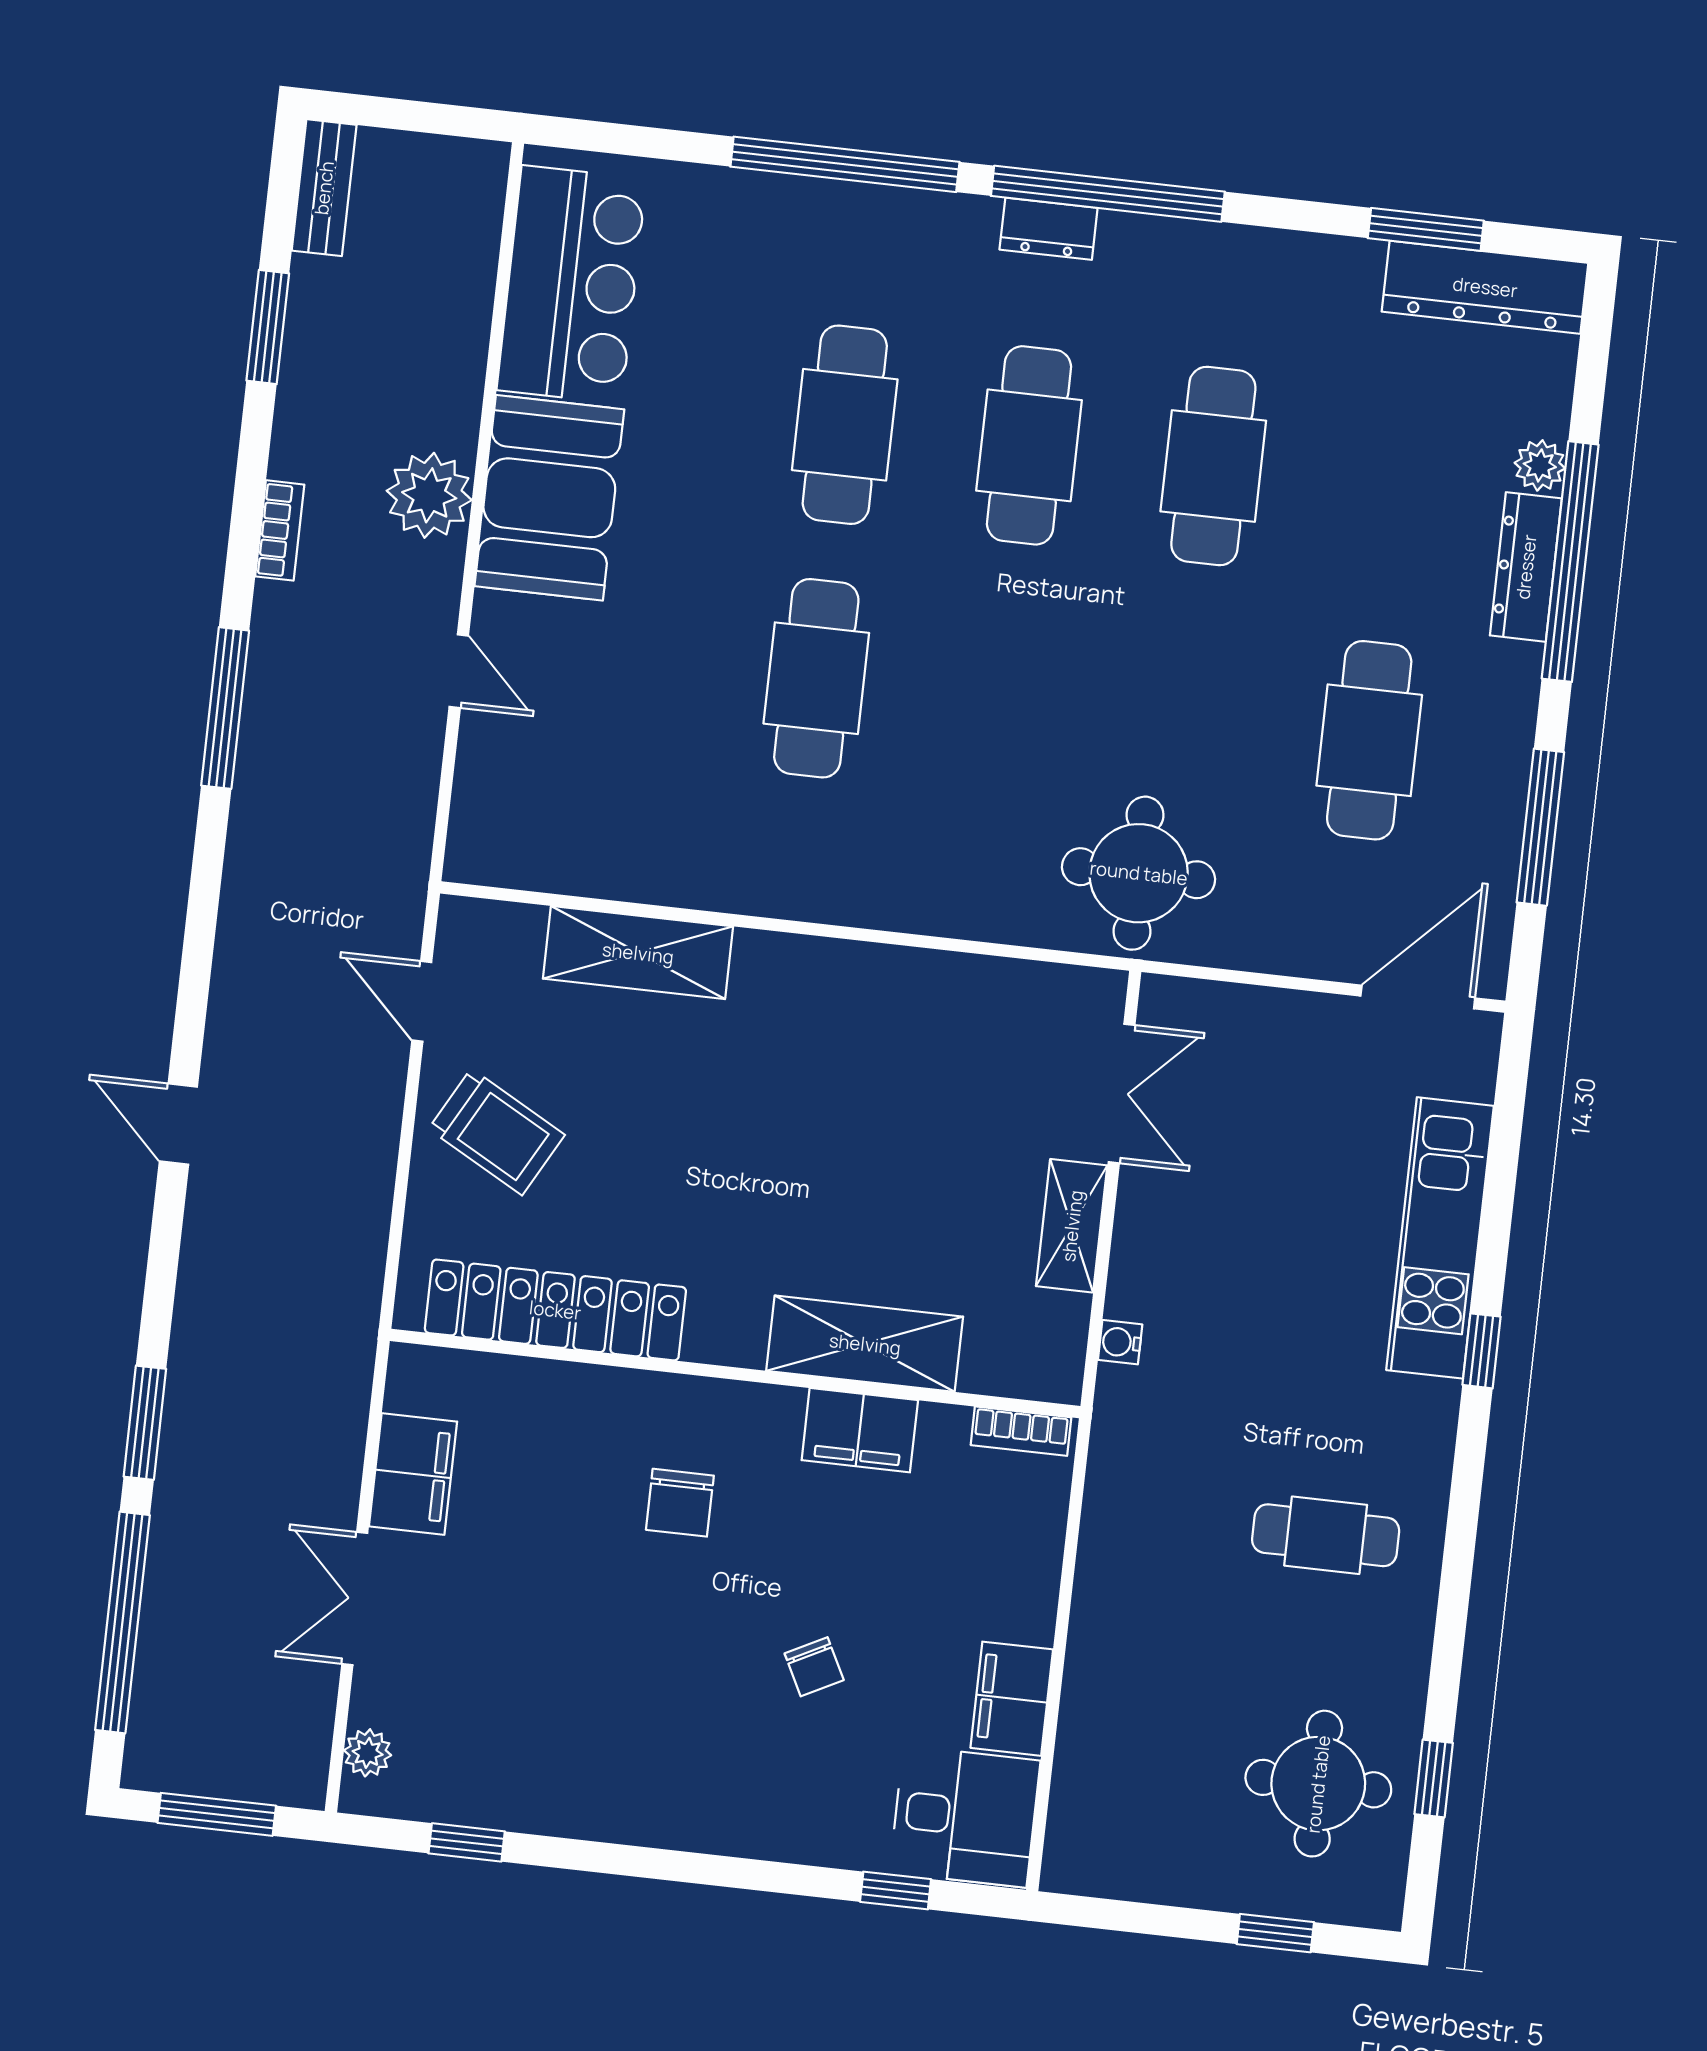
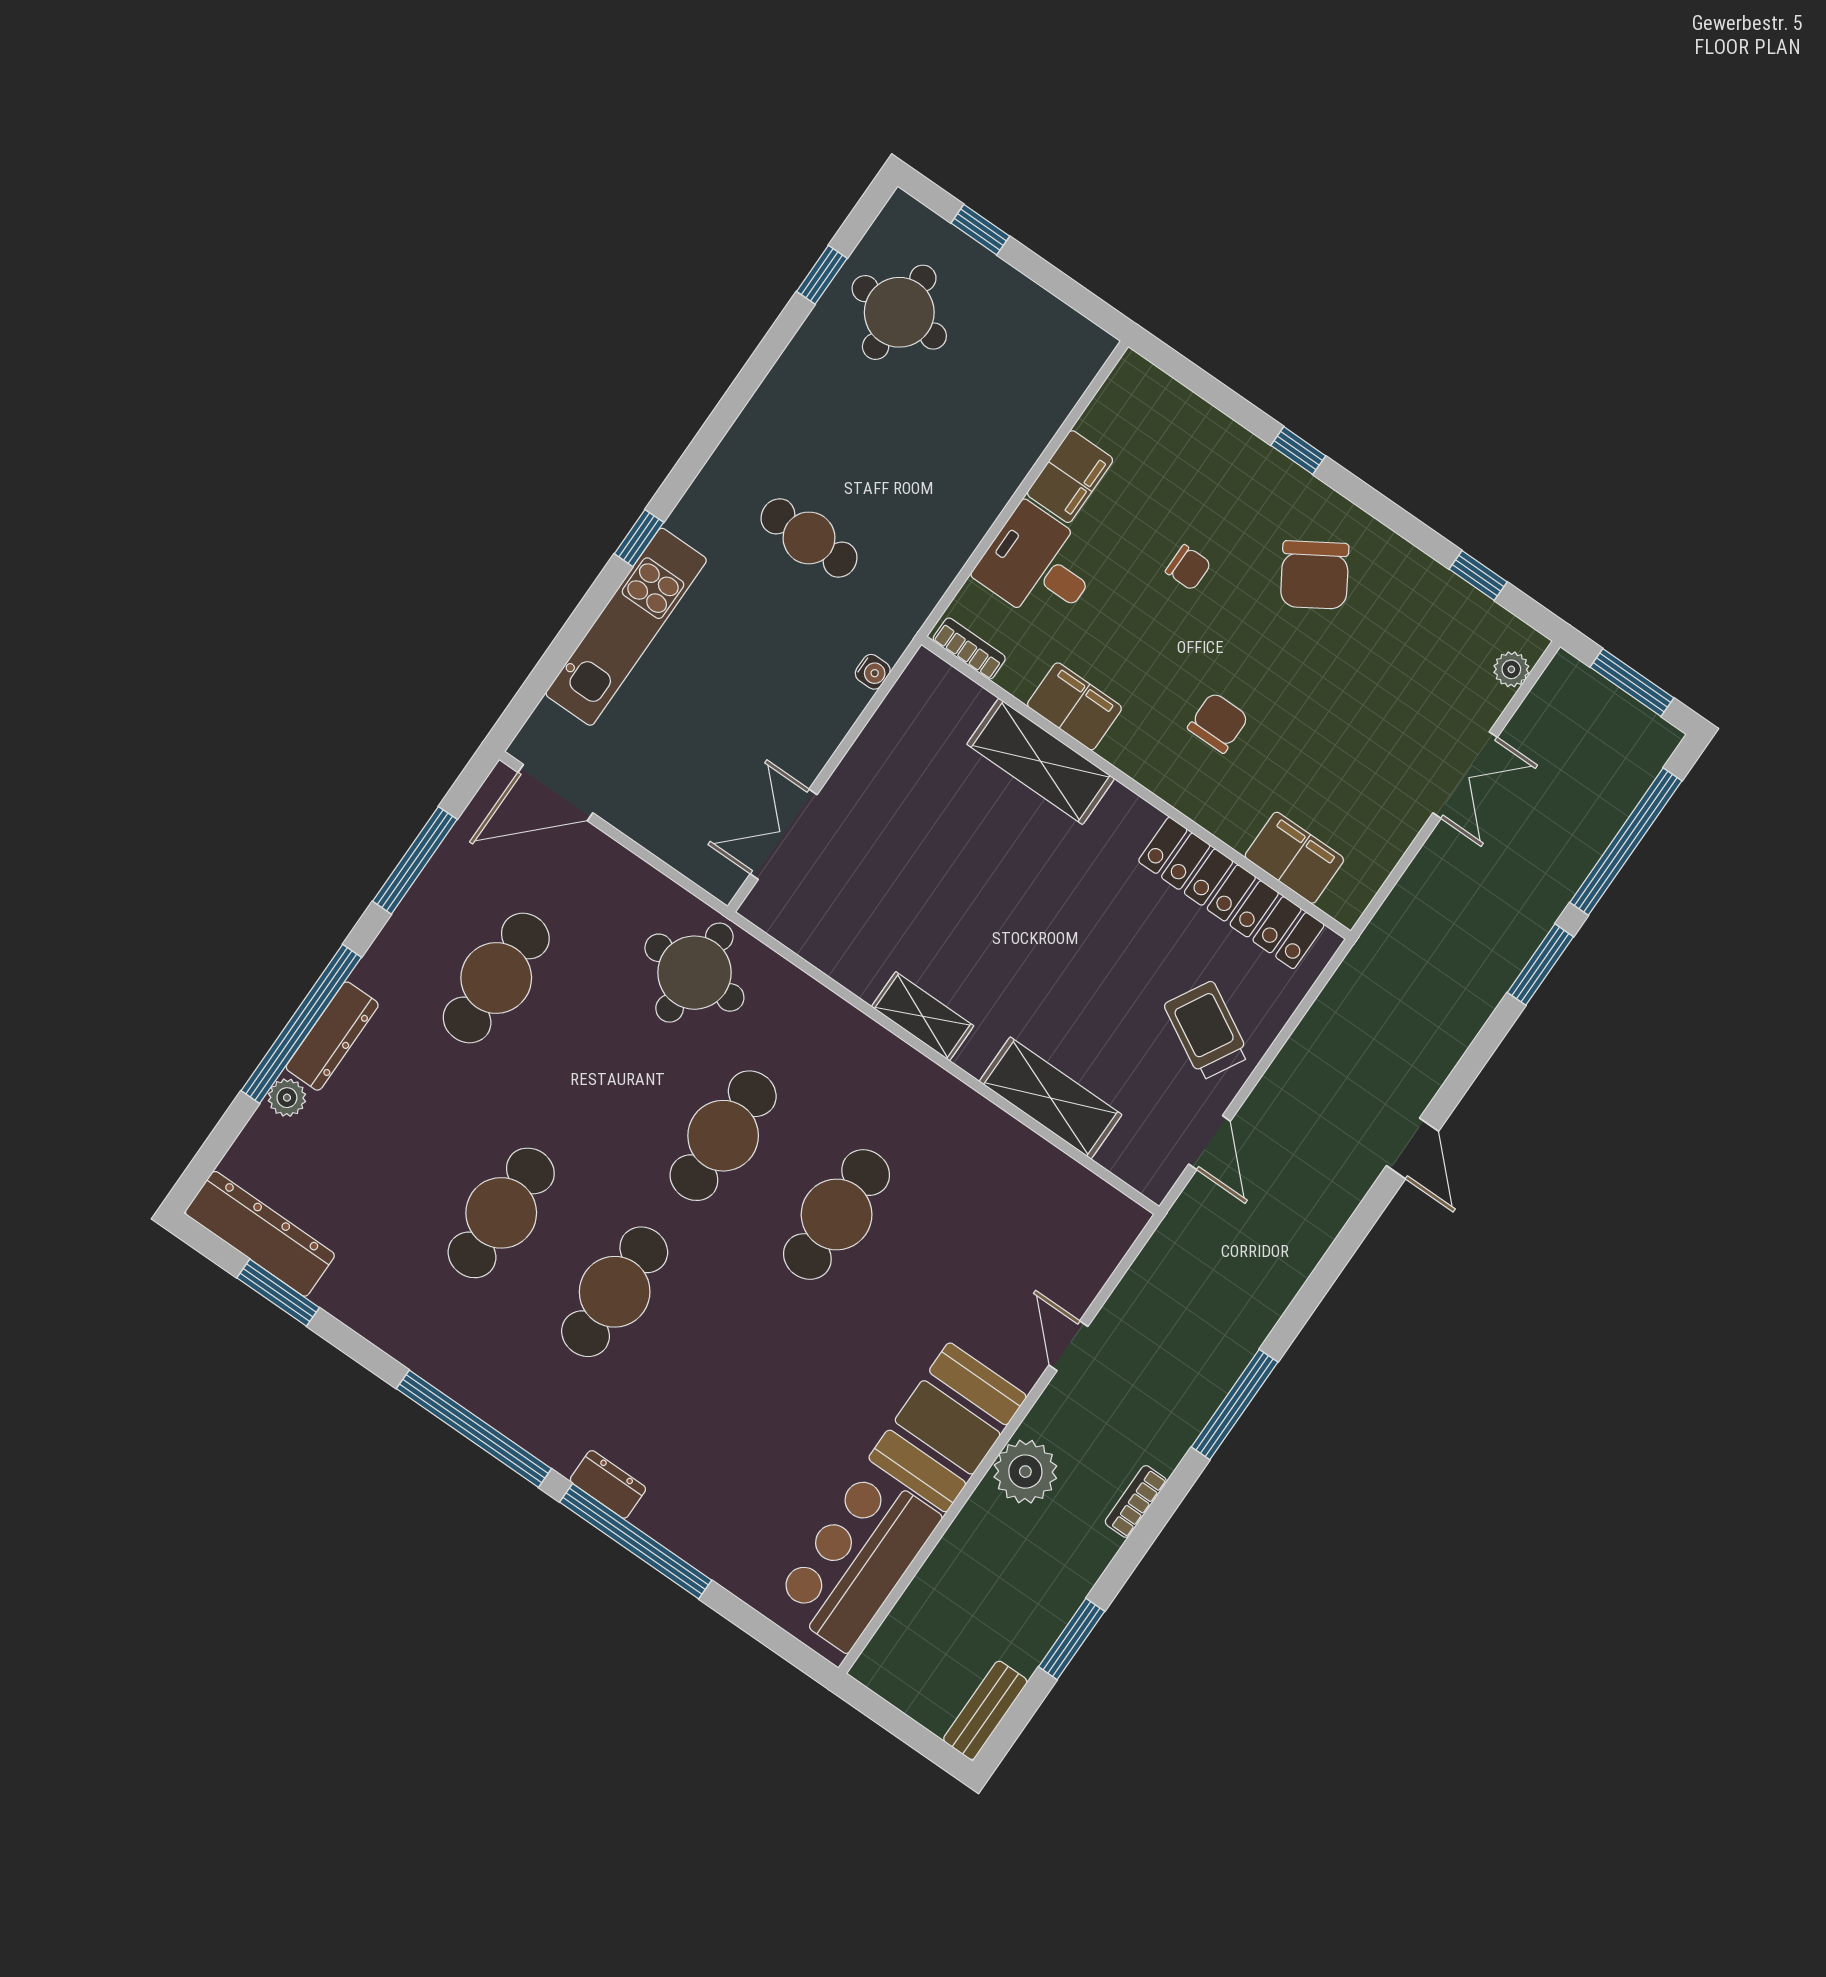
dresser: (1049, 229) -> (608, 1484), moved
cafe table: (845, 425) -> (723, 1136), moved
shelving: (1072, 1226) -> (923, 1016), moved, turned 90
filing cabinet: (413, 1474) -> (1294, 858), moved, turned 90
cafe table: (1326, 1535) -> (809, 538), moved
chair: (814, 1667) -> (1188, 568), turned 117
chair: (660, 1739) -> (1315, 575), added
desk: (965, 1817) -> (1038, 566), moved
window: (896, 1890) -> (1298, 451), moved

